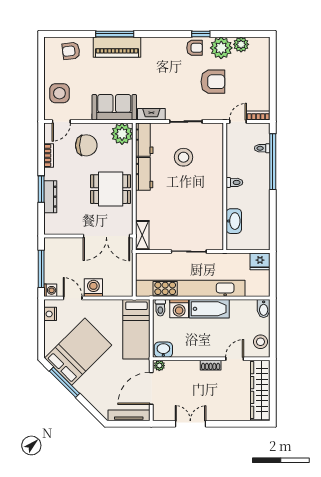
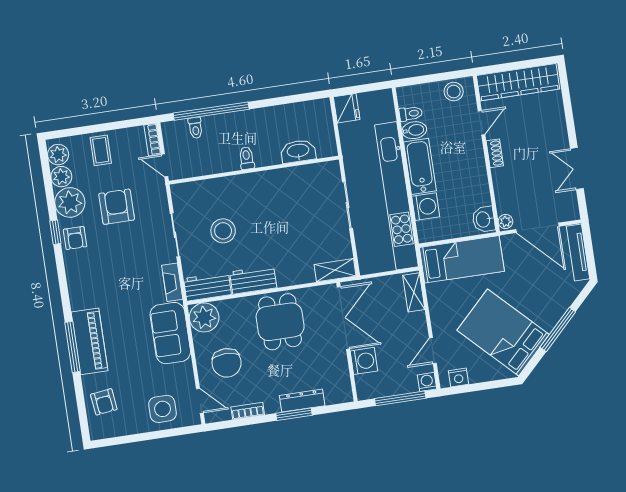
plant: (258, 44) -> (58, 155), added
armchair: (195, 48) -> (75, 238), turned 180
coffee table: (256, 76) -> (101, 150), added
chair: (86, 145) -> (227, 363), turned 180
washing machine: (93, 288) -> (364, 361), moved, turned 180
shelving: (117, 290) -> (414, 292), added
toilet: (160, 308) -> (411, 114), moved
bidet: (264, 309) -> (414, 130), moved
door: (235, 359) -> (482, 123), swing flipped
window: (65, 382) -> (558, 329), moved

